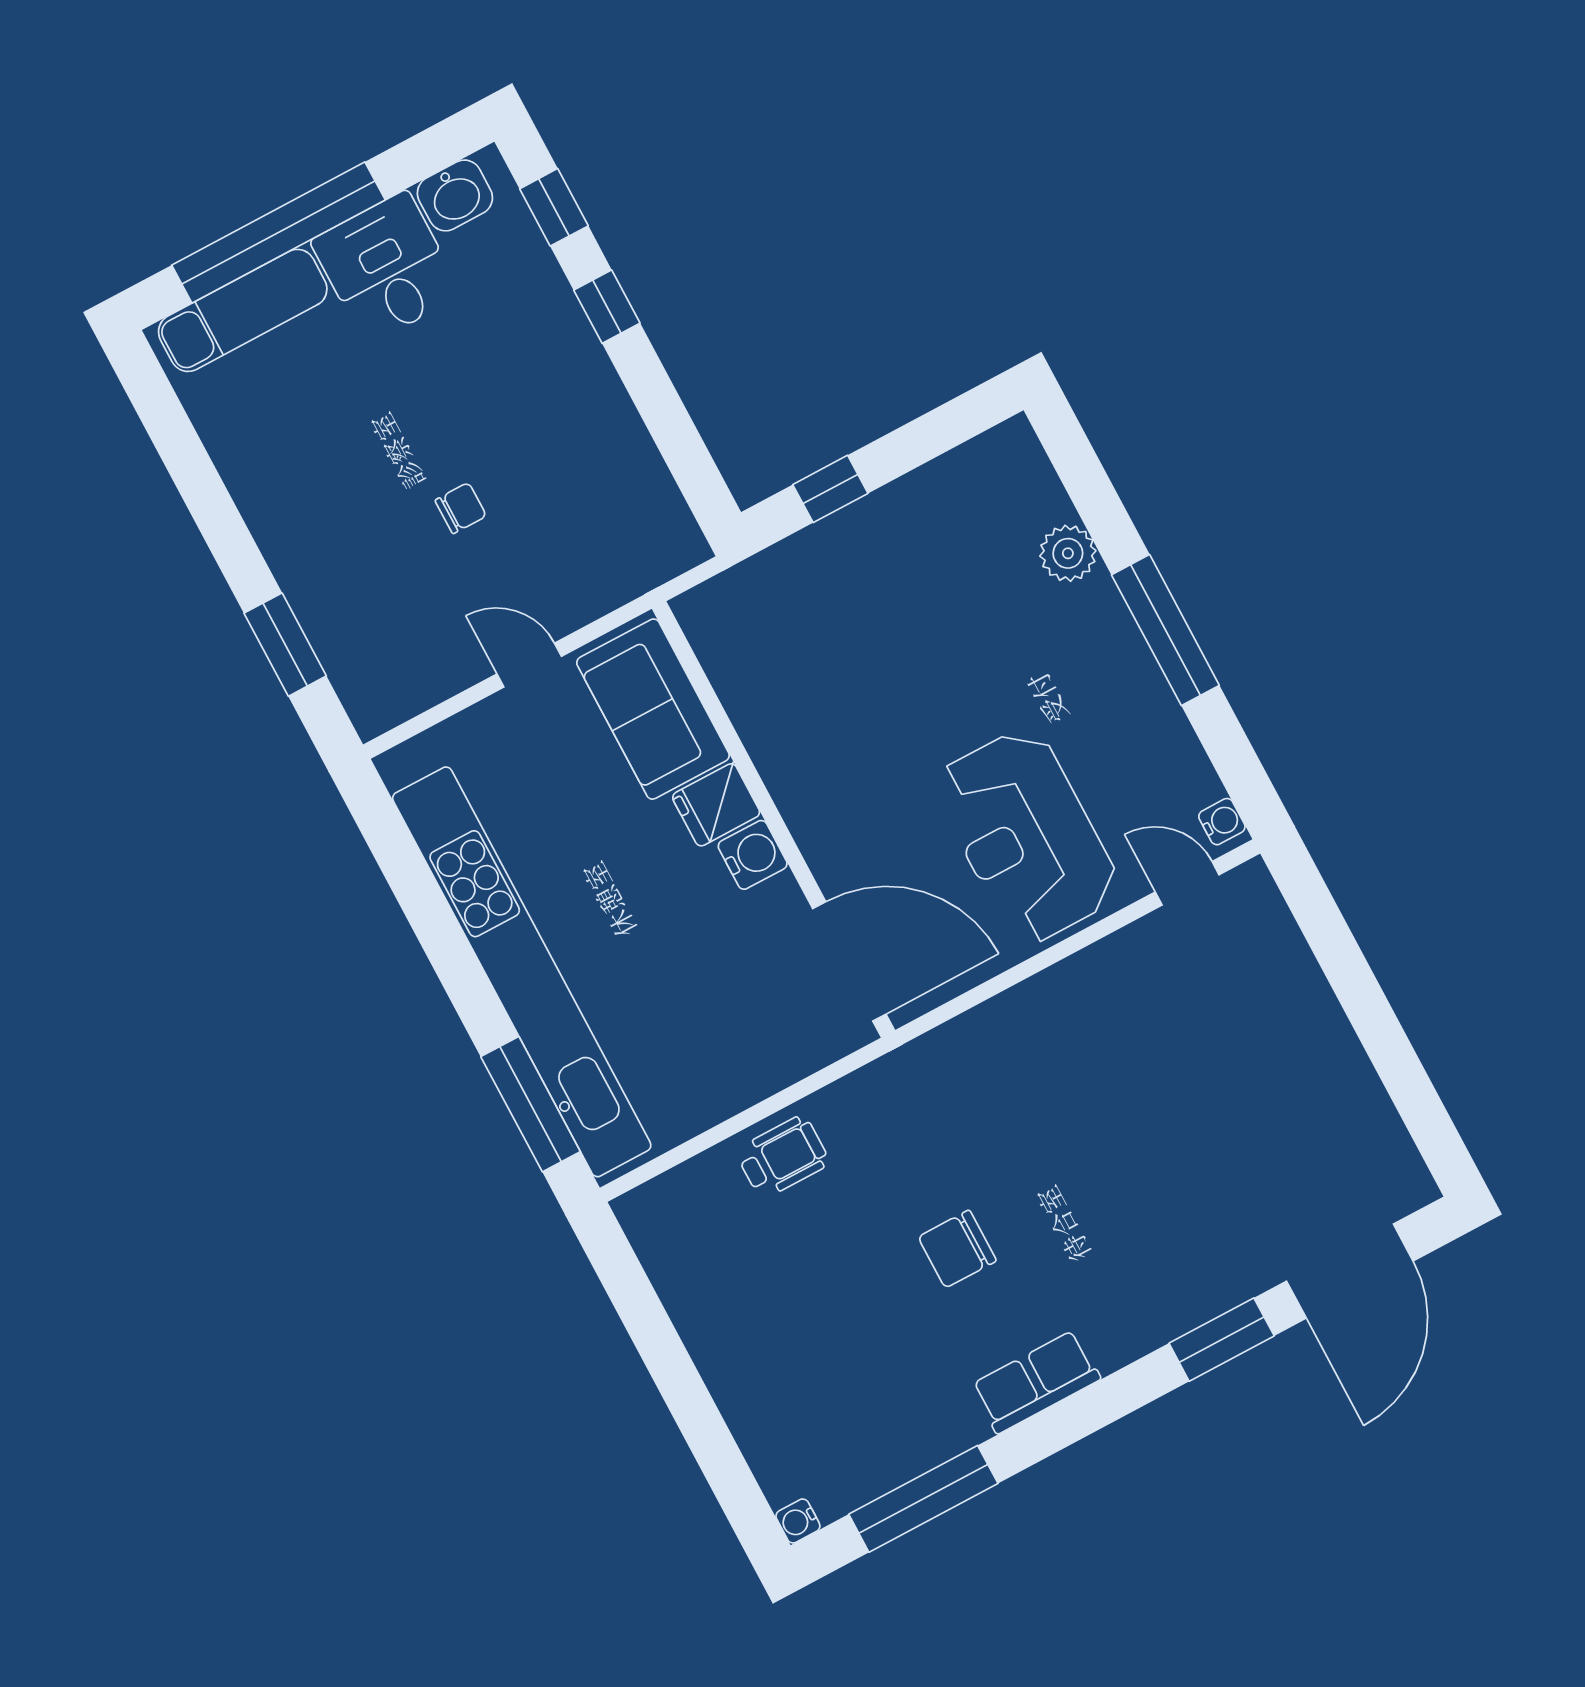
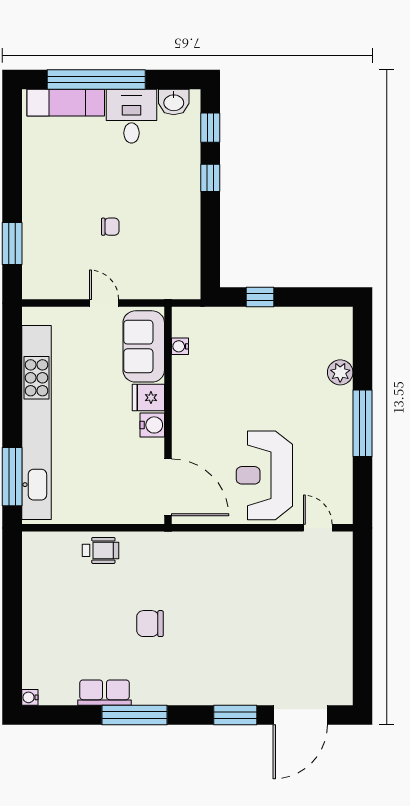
water cooler: (1222, 822) -> (180, 346), moved, turned 180
row of seats: (1036, 1382) -> (104, 693), moved
window: (923, 1499) -> (134, 715), moved

